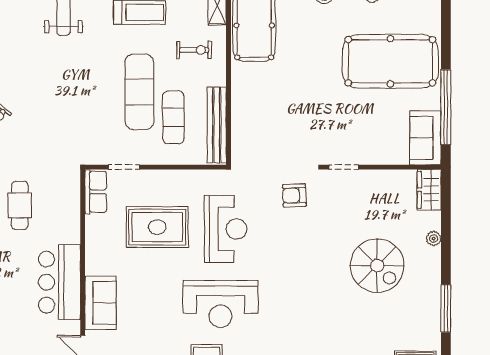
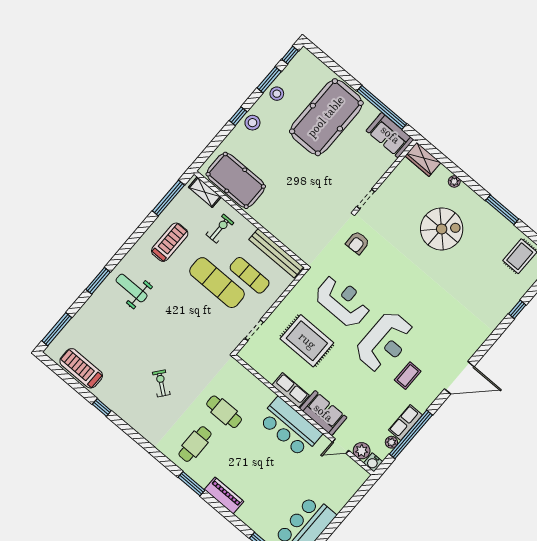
row of seats: (96, 192) -> (291, 390), moved
rug: (157, 227) -> (307, 341), turned 90

